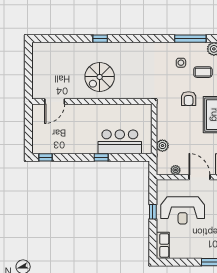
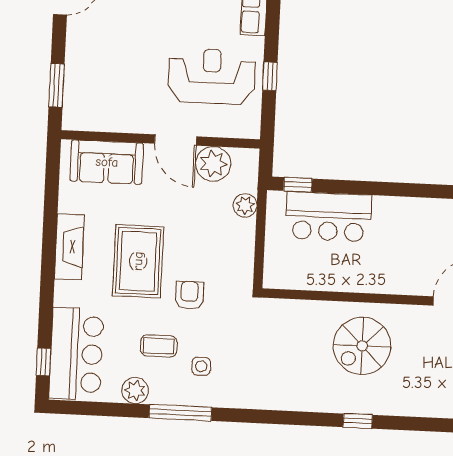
spiral stairs: (100, 77) -> (362, 346), turned 180
window: (101, 157) -> (298, 185), moved
plant: (176, 170) -> (213, 164), width x1.88, depth x1.88

